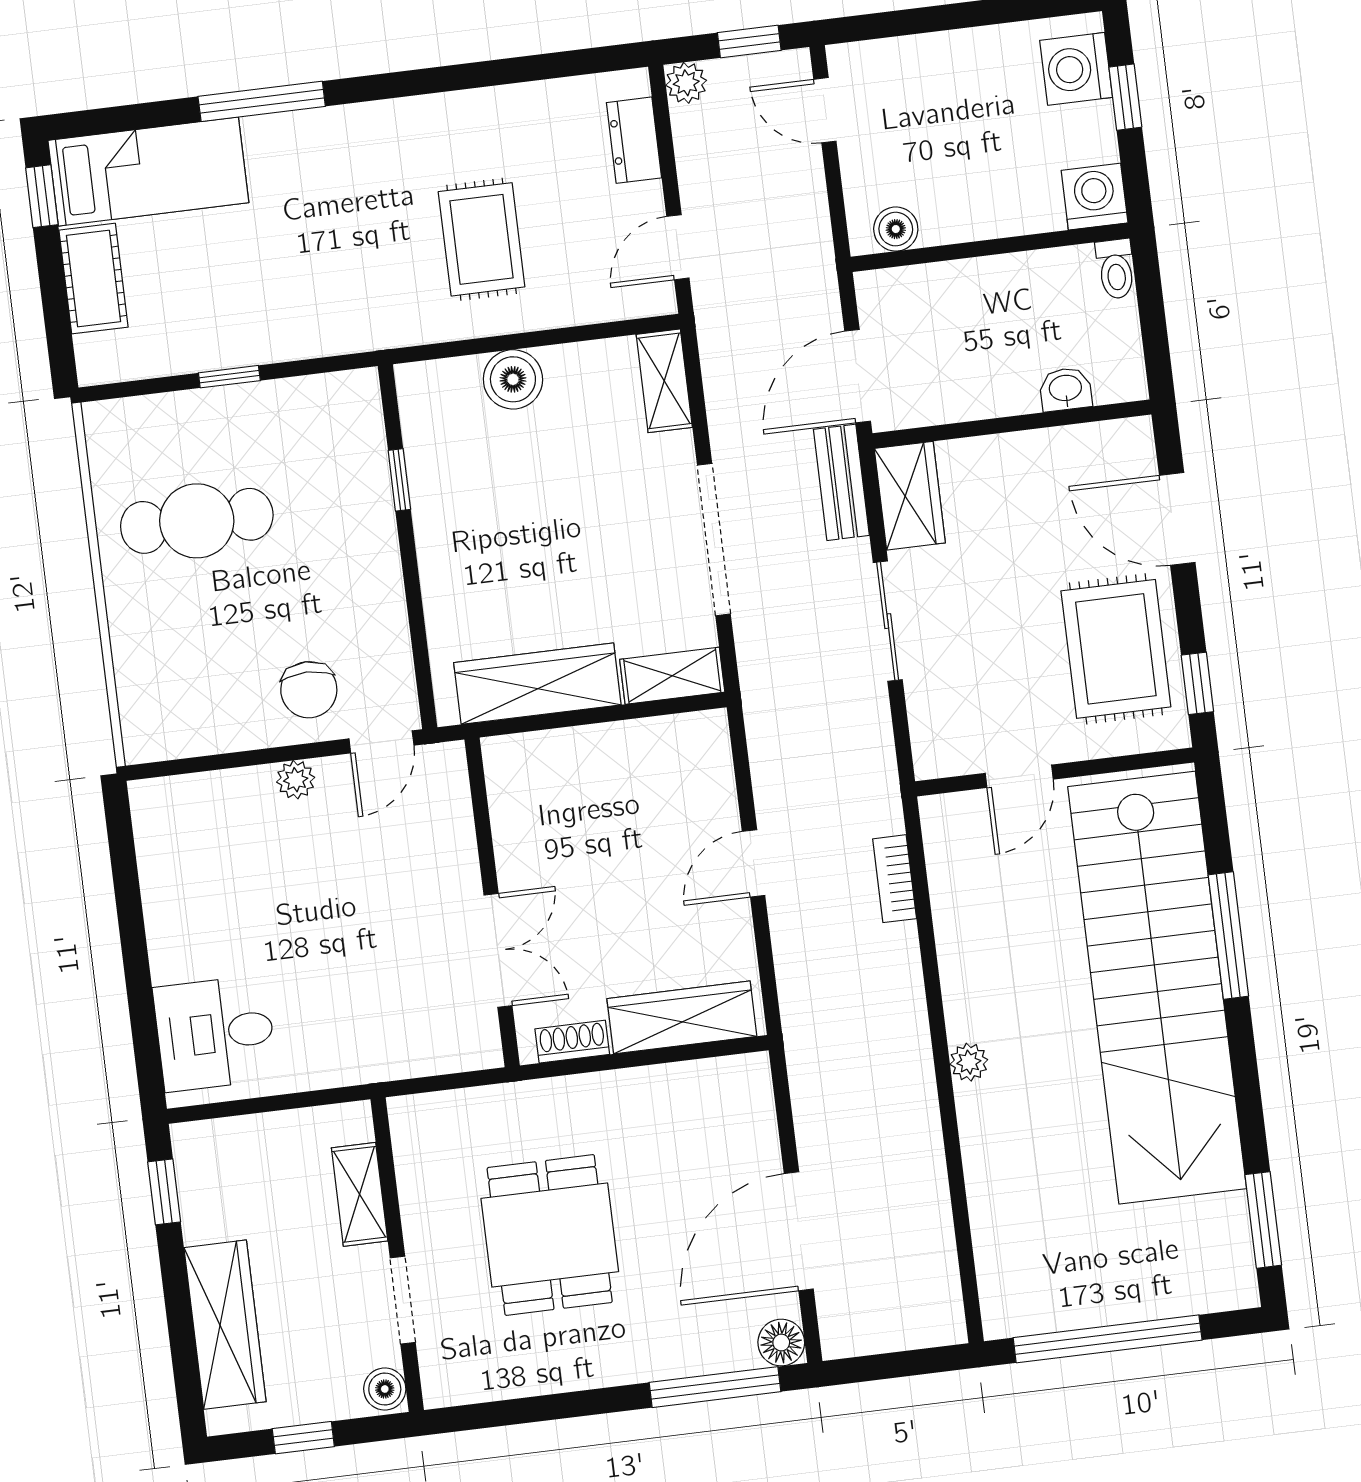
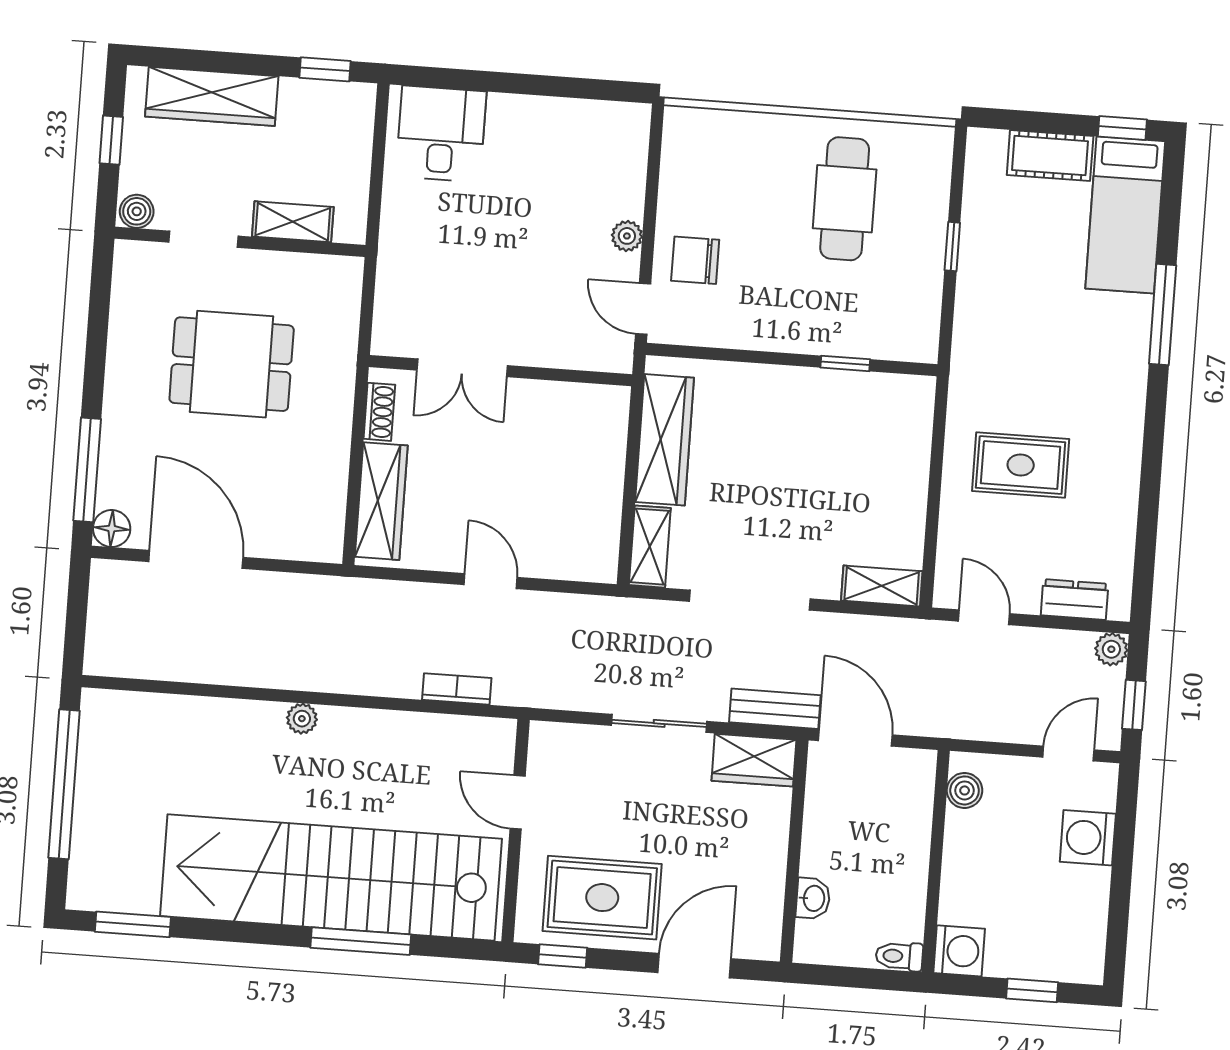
washing machine: (1076, 69) -> (1088, 838), moved, turned -90
boiler: (513, 379) -> (906, 468), removed

